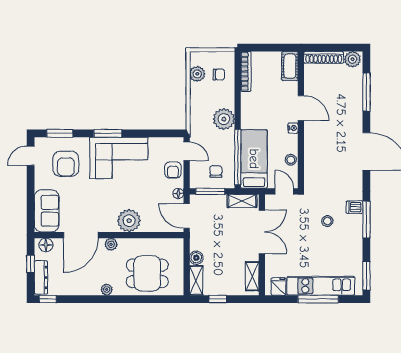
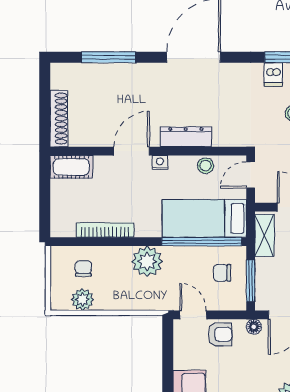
plant: (353, 59) -> (61, 77), removed
bookcase: (246, 71) -> (105, 230), moved
dresser: (311, 146) -> (186, 137), added
door: (187, 151) -> (193, 315), hinge flipped

